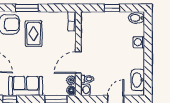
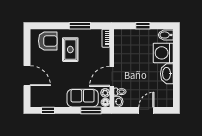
window: (27, 8) -> (80, 26), moved
washing machine: (139, 42) -> (163, 53), width x1.89, depth x1.89
washbasin: (138, 80) -> (167, 74), moved
sofa: (26, 86) -> (83, 98), moved

